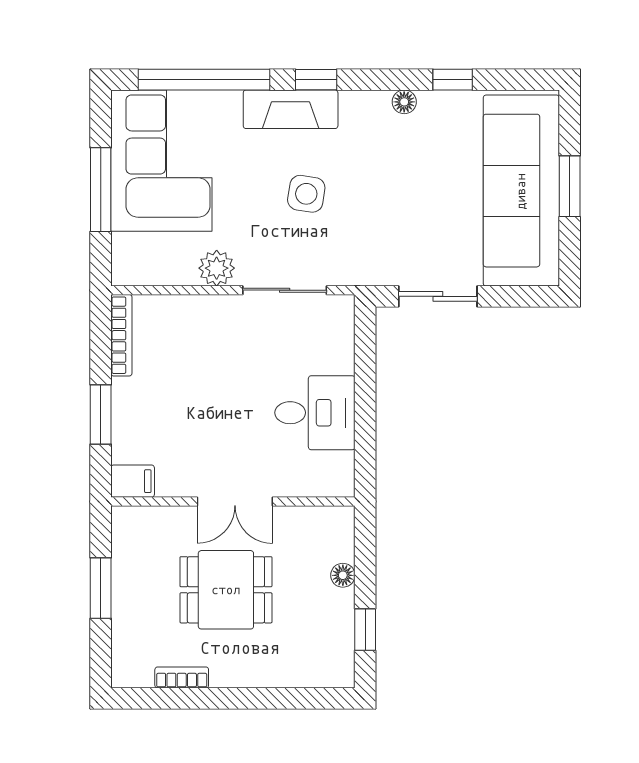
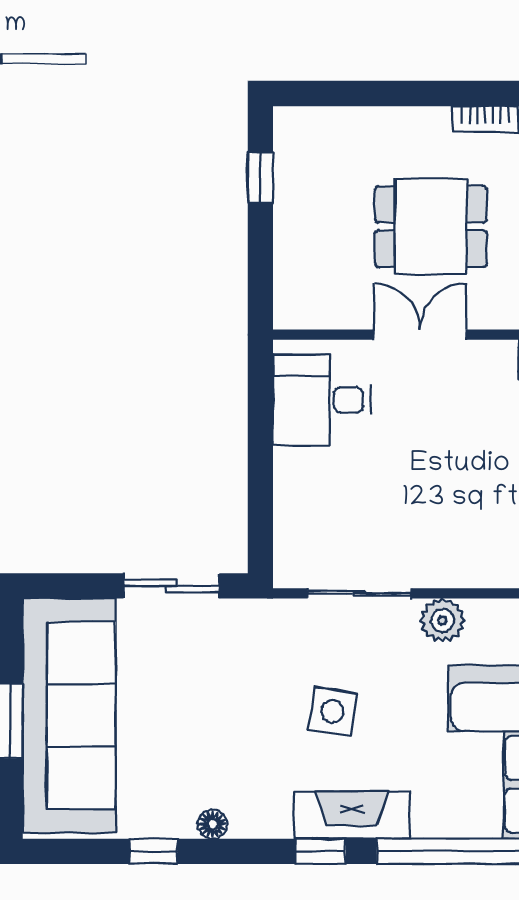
desk: (315, 413) -> (322, 400), moved
floor lamp: (343, 575) -> (288, 244), removed

